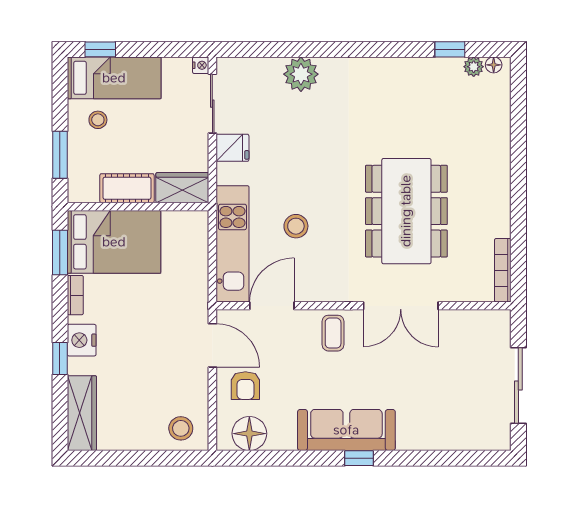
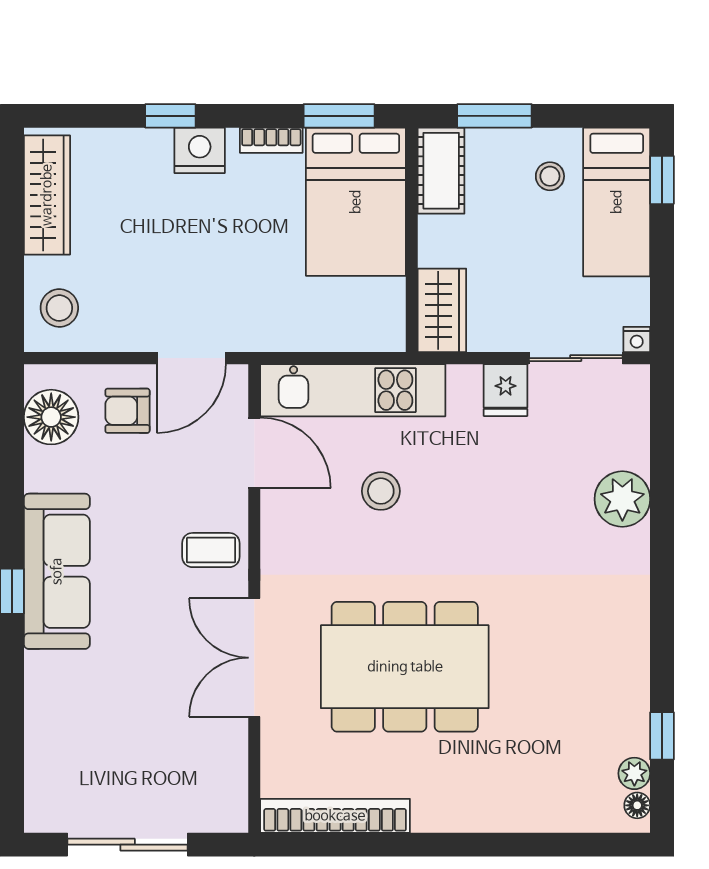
cot: (127, 188) -> (441, 171), moved
bookcase: (503, 270) -> (335, 816), width x1.48, depth x1.31
wardrobe: (82, 413) -> (47, 195), moved, turned -90

